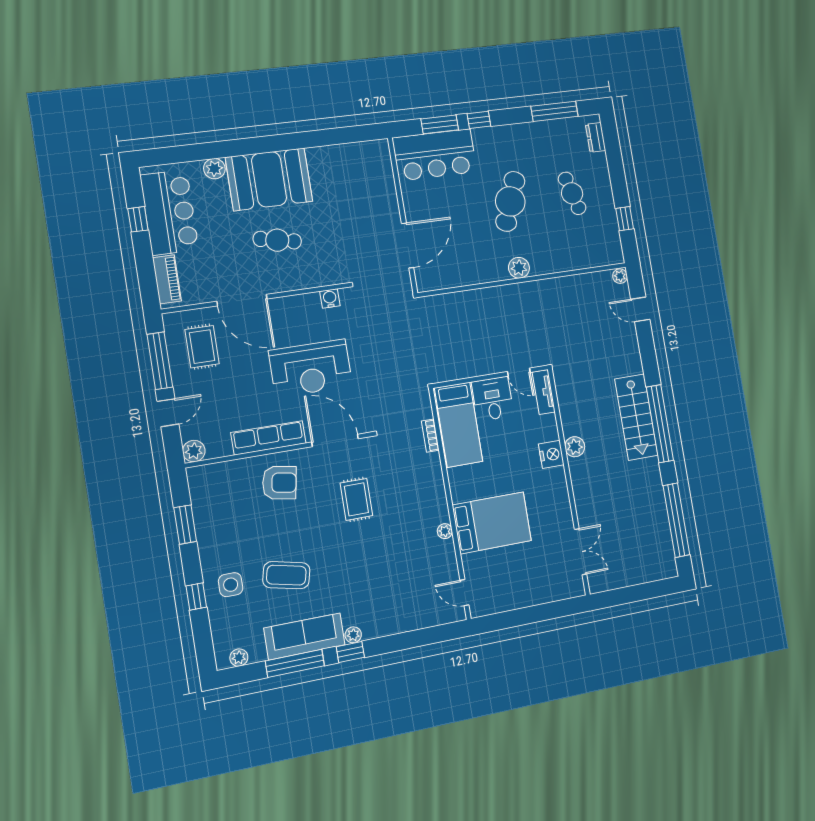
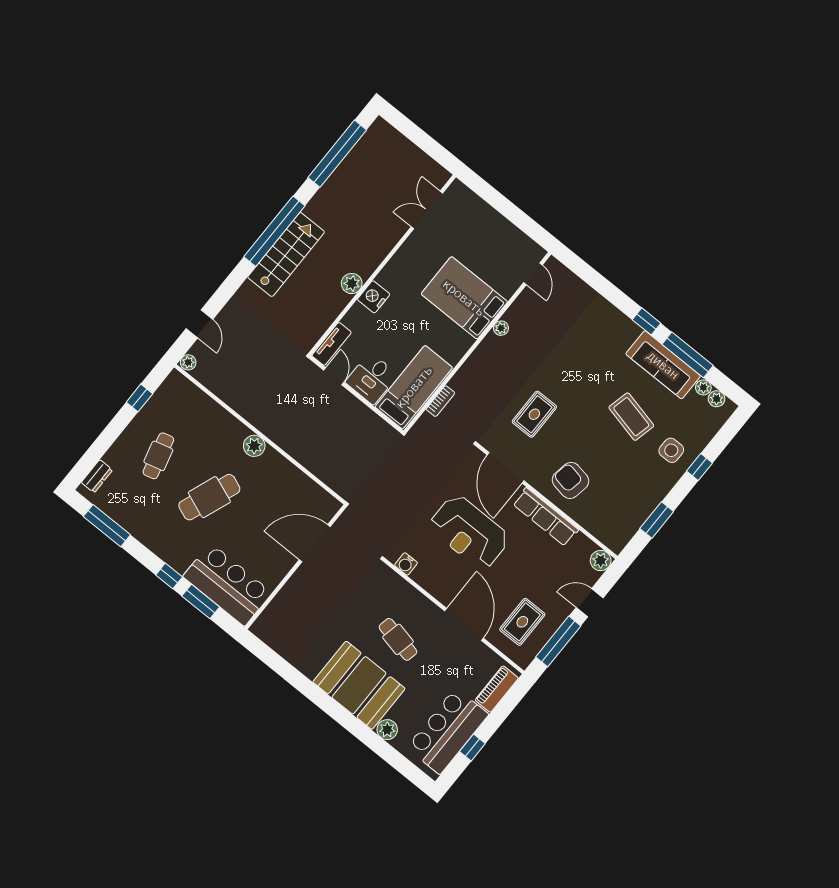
reception desk: (311, 368) -> (469, 532), turned 180
plant: (353, 635) -> (703, 387), moved

